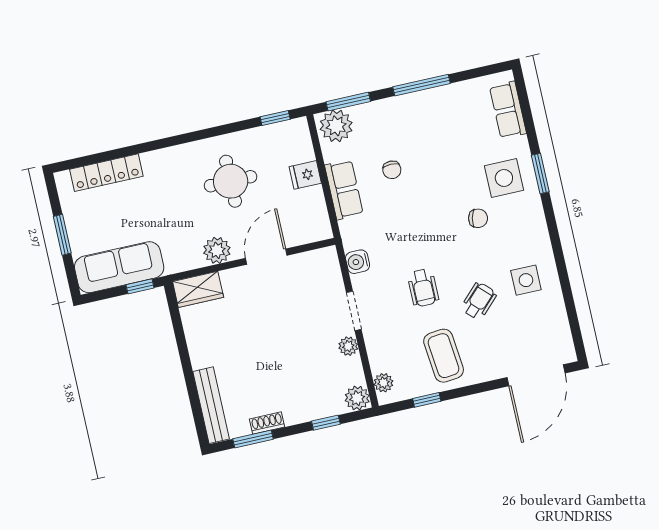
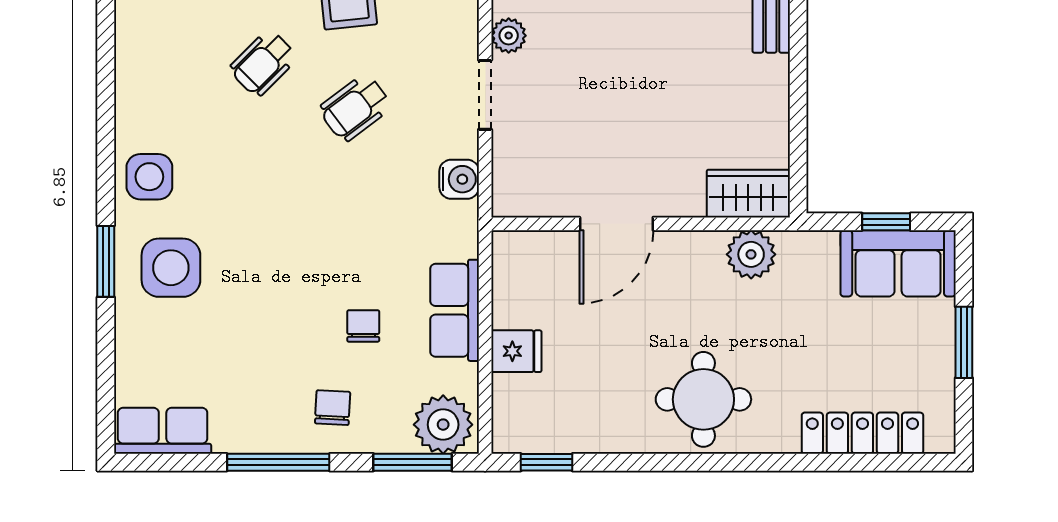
row of seats: (508, 110) -> (163, 431), moved, turned -90
round table: (231, 181) -> (703, 399), moved
chair: (478, 218) -> (333, 408), moved, turned 80
plant: (217, 250) -> (751, 254), moved
sofa: (119, 267) -> (898, 263), width x0.73
side table: (526, 280) -> (149, 177), moved
window: (140, 286) -> (886, 222), moved
wheelchair: (423, 288) -> (355, 108), turned -127

